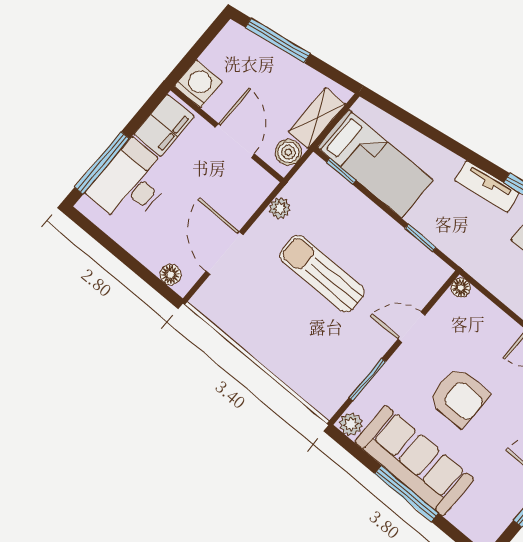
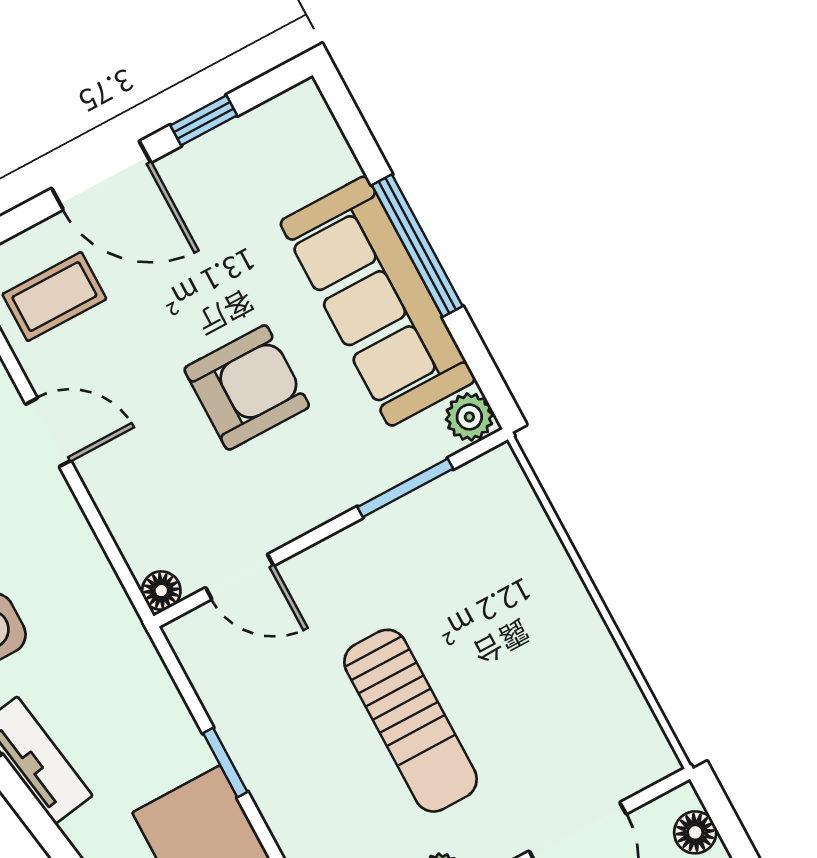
window: (421, 238) -> (225, 763), moved
door: (411, 327) -> (240, 577), moved
armchair: (459, 397) -> (247, 387), turned 90

